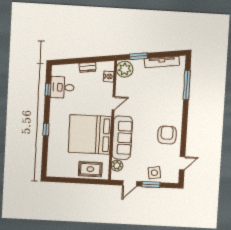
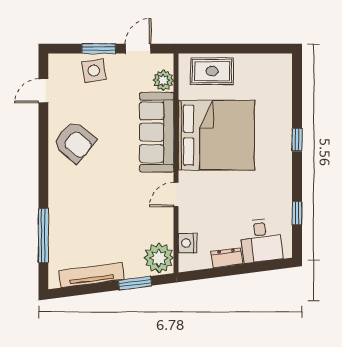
desk: (62, 87) -> (261, 240), moved, turned 83
armchair: (167, 135) -> (74, 142), turned -51

